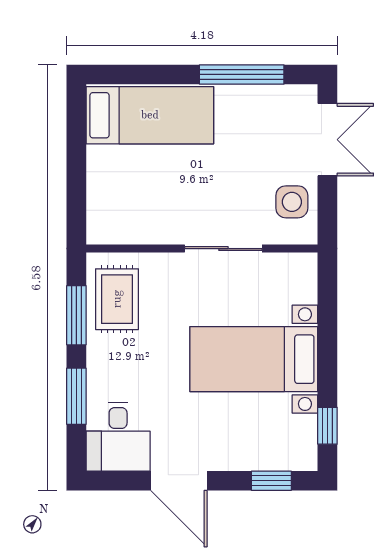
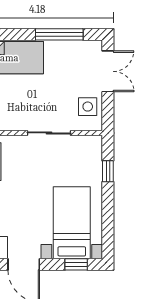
bed with nightstands: (254, 359) -> (72, 223), moved, turned 90
window: (327, 426) -> (108, 171), moved

